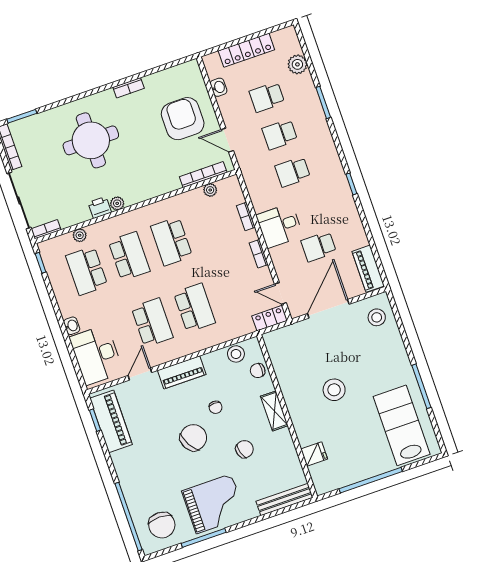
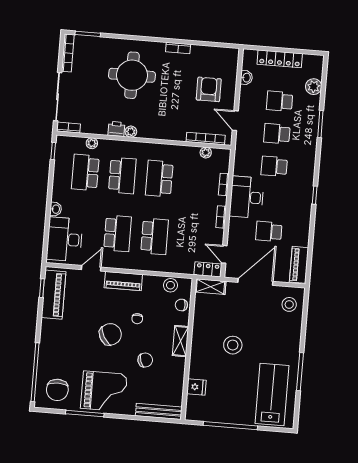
armchair: (183, 119) -> (209, 89), width x0.73, depth x0.73
desk: (280, 226) -> (247, 197), width x1.37
shelving: (281, 336) -> (210, 287), added

